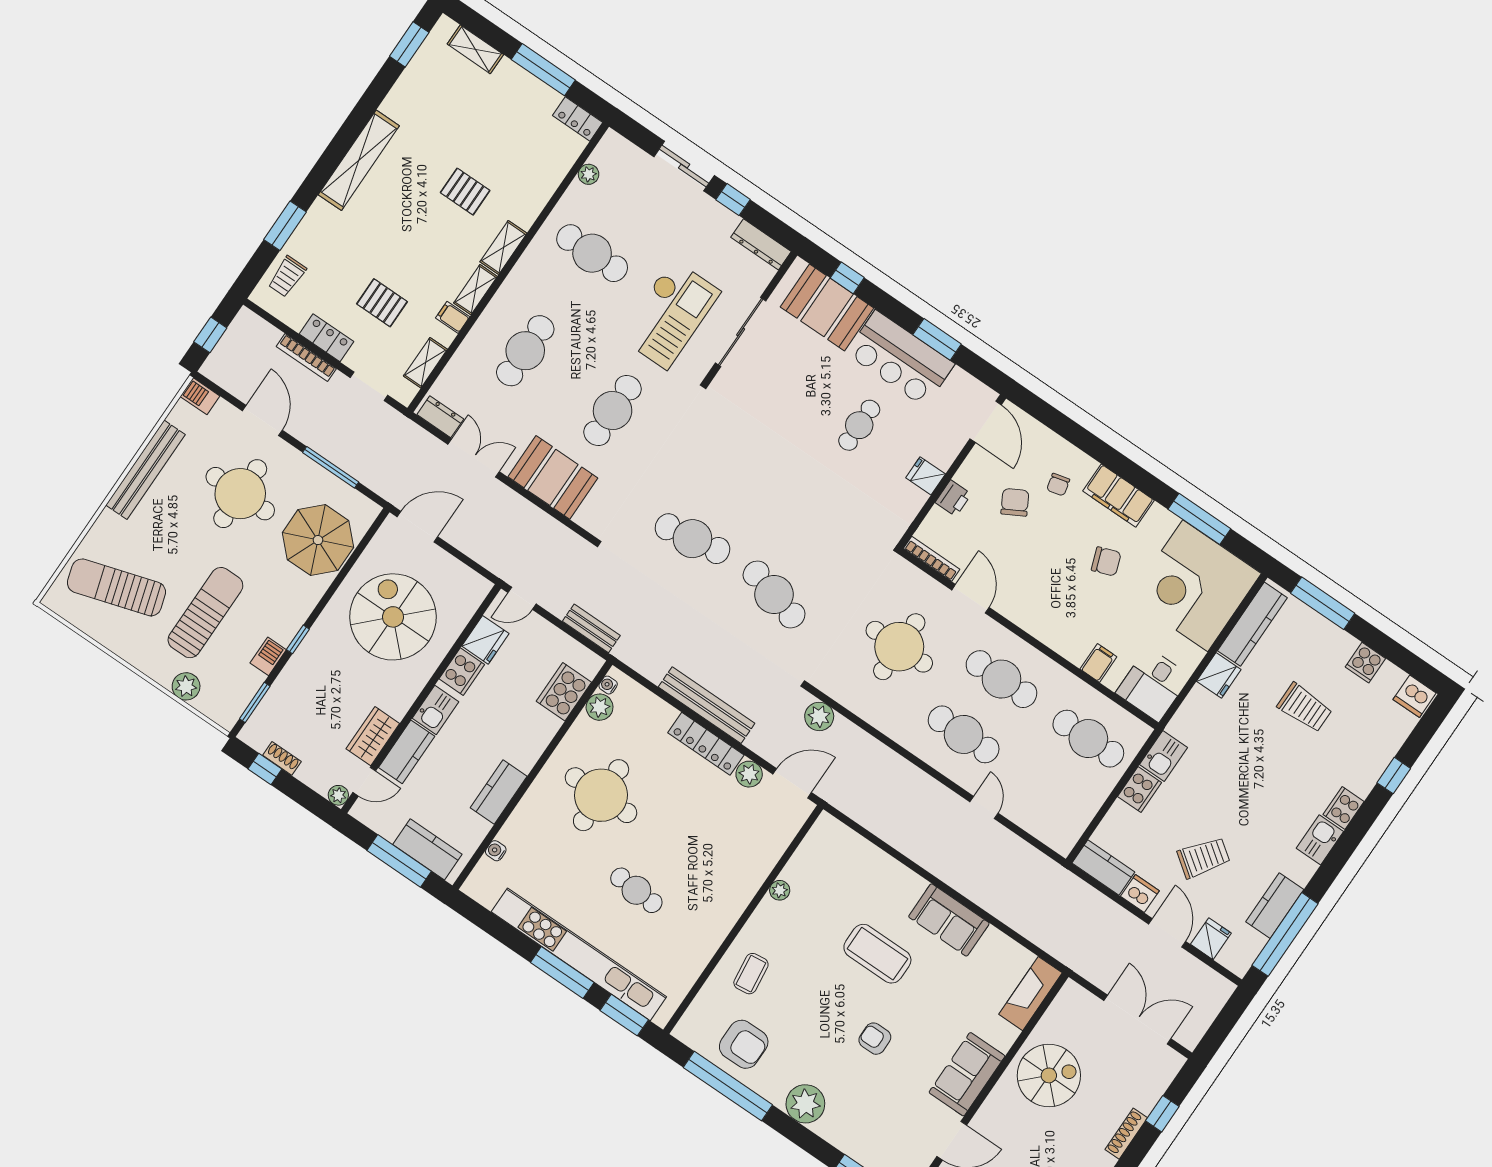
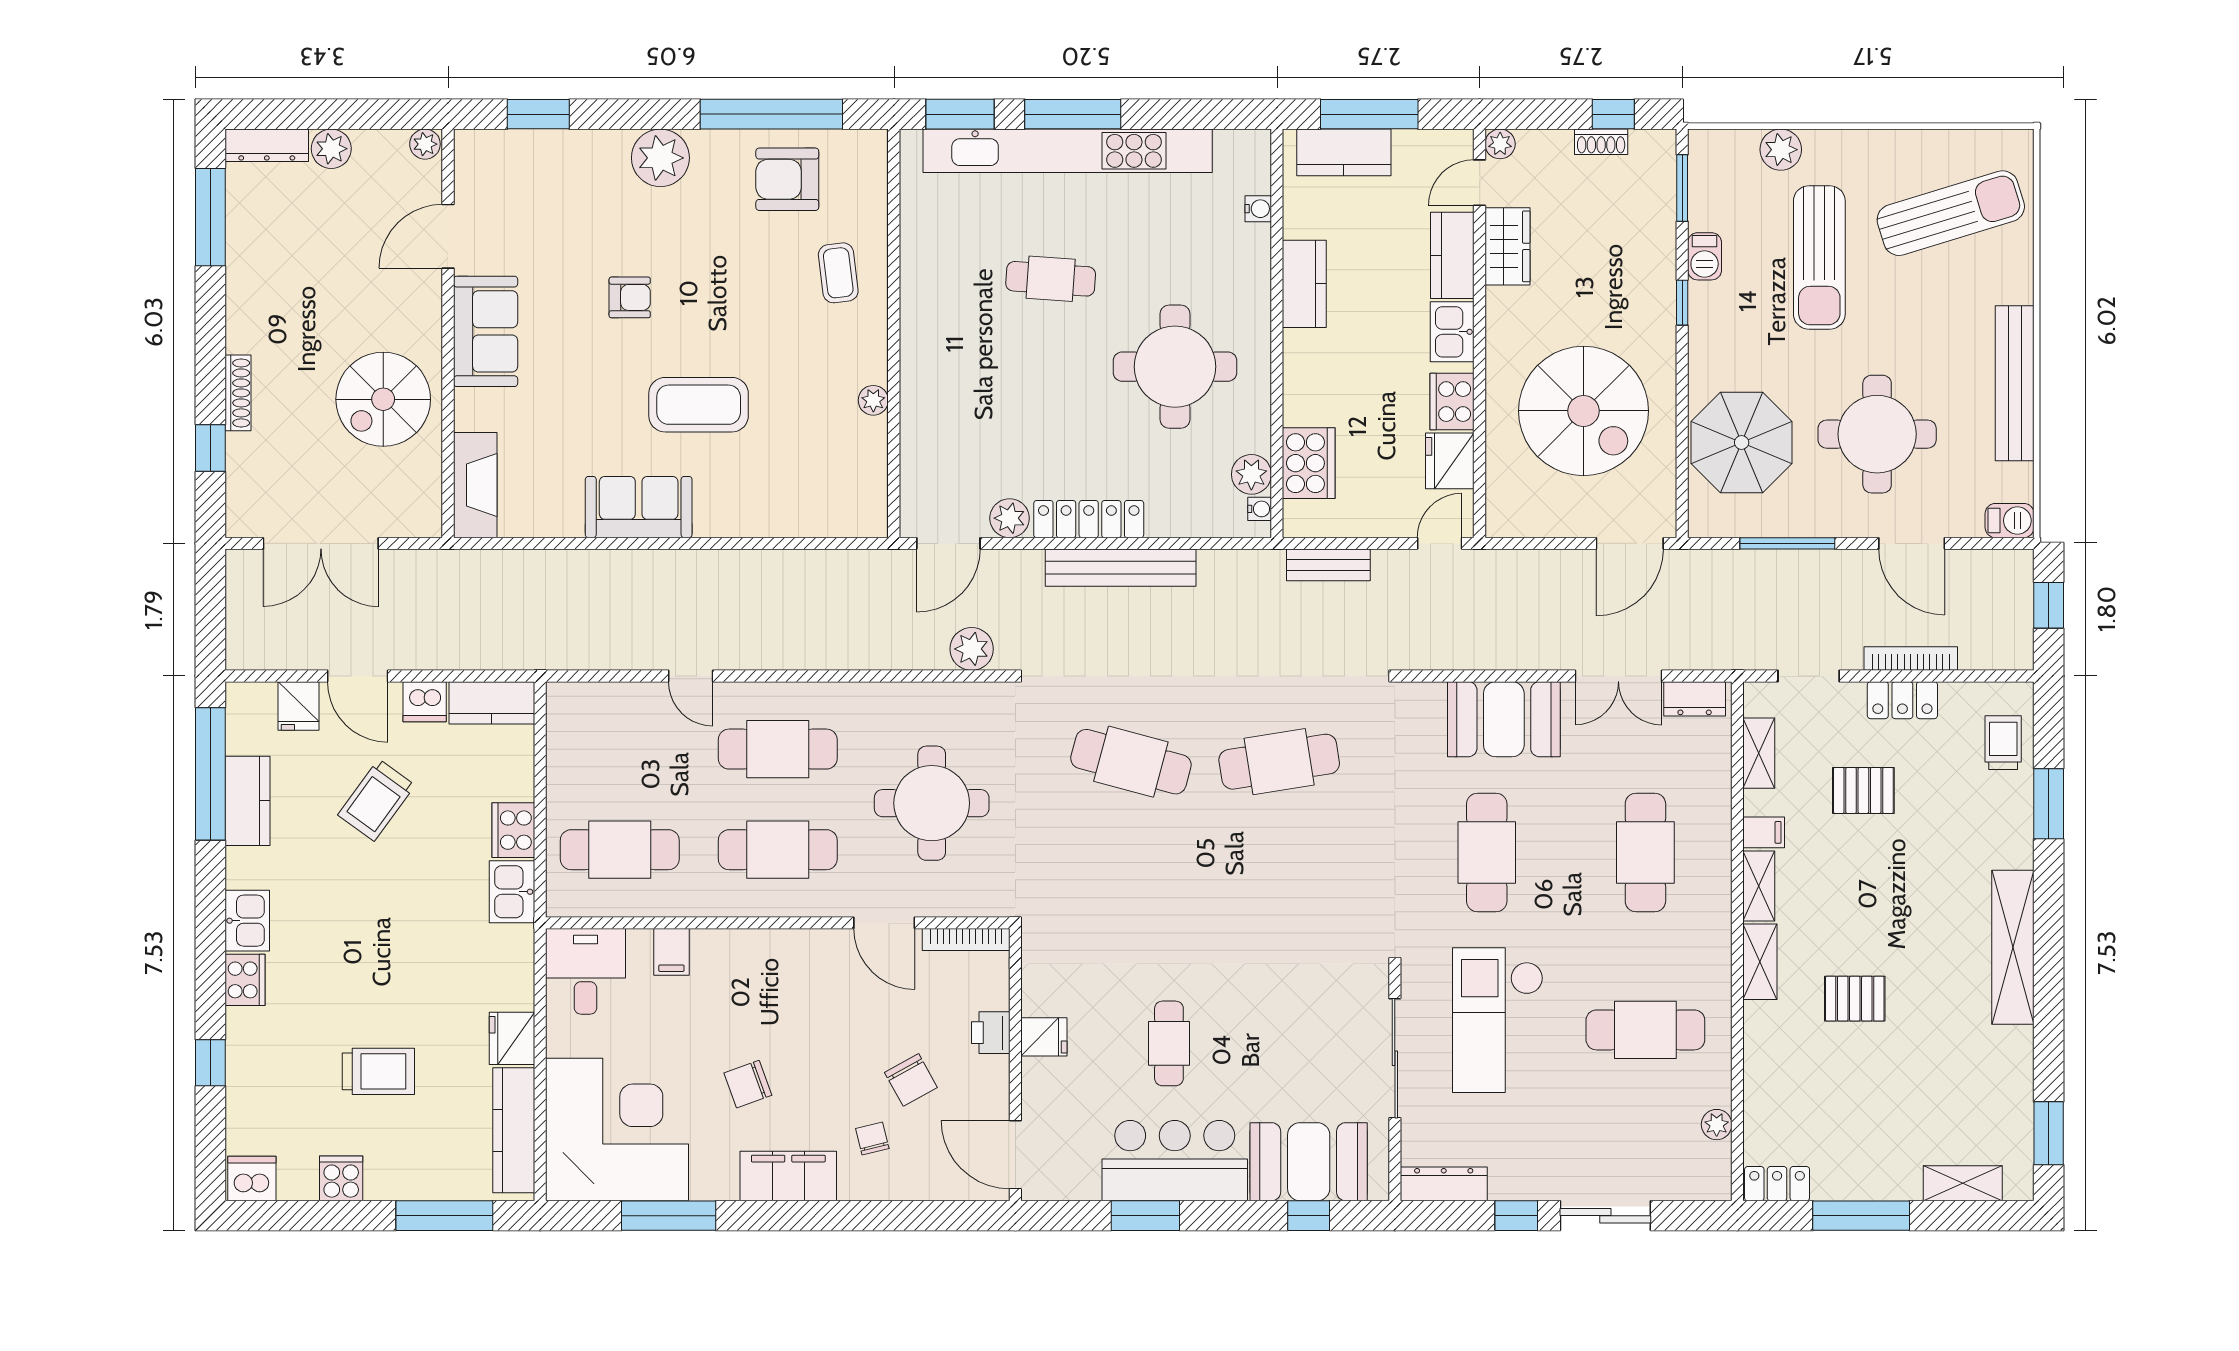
trolley: (1305, 708) -> (378, 1071), turned 180

